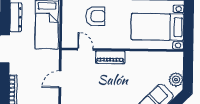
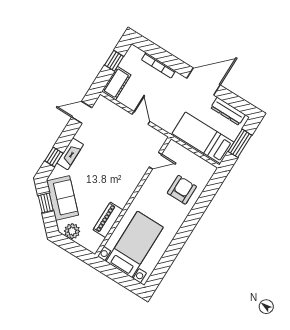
armchair: (95, 16) -> (182, 190), turned 180
piano: (110, 57) -> (108, 220), moved

